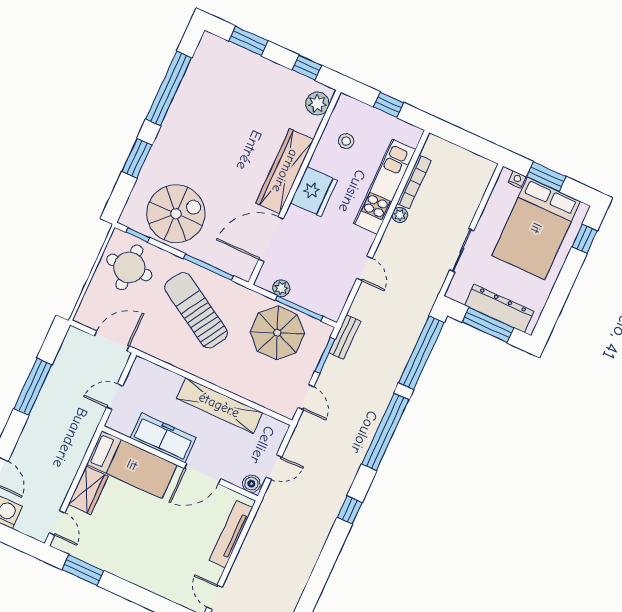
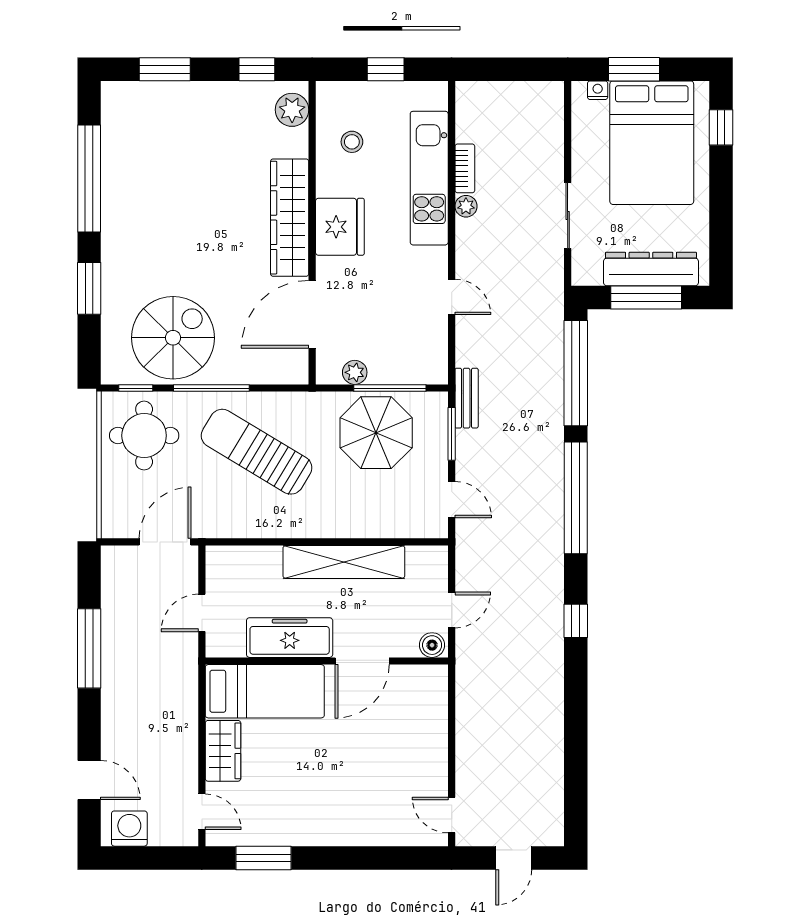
bookcase: (414, 182) -> (465, 168), width x0.64
window: (208, 267) -> (211, 388), moved
tv unit: (231, 534) -> (435, 723), removed

